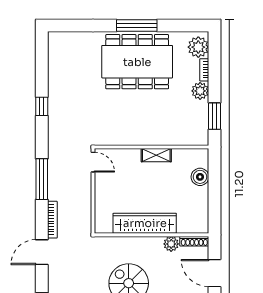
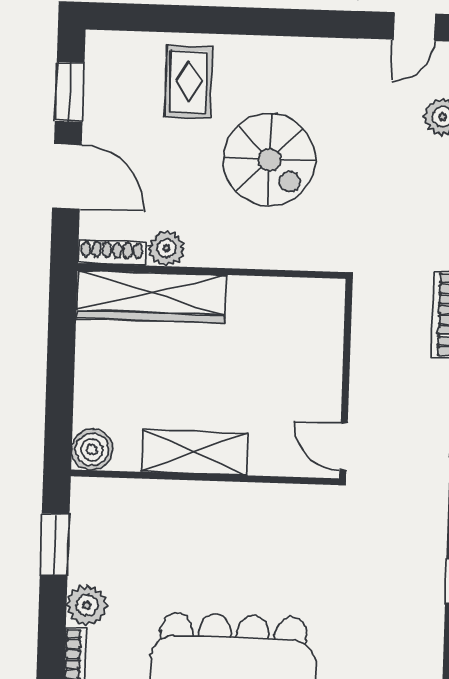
shelving: (156, 155) -> (195, 452), width x1.50, depth x1.33
boiler: (200, 177) -> (92, 450), moved
wardrobe: (145, 223) -> (151, 297), moved

